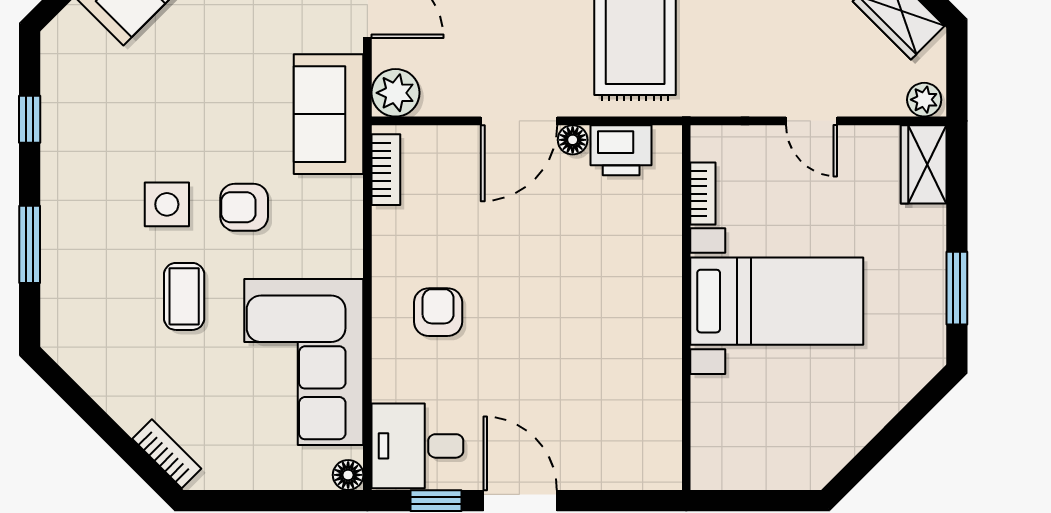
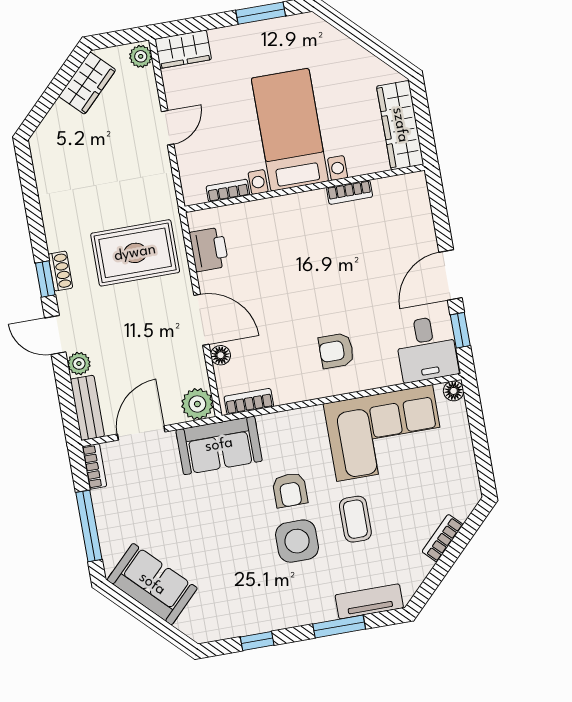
floor lamp: (573, 140) -> (221, 355), moved
side table: (167, 204) -> (297, 541), width x1.37, depth x1.37
tv unit: (59, 295) -> (369, 601), added
coffee table: (184, 296) -> (355, 519), turned 90
bookcase: (669, 373) -> (350, 192), added
bookcase: (167, 454) -> (443, 538), moved
wardrobe: (755, 465) -> (400, 125), added

